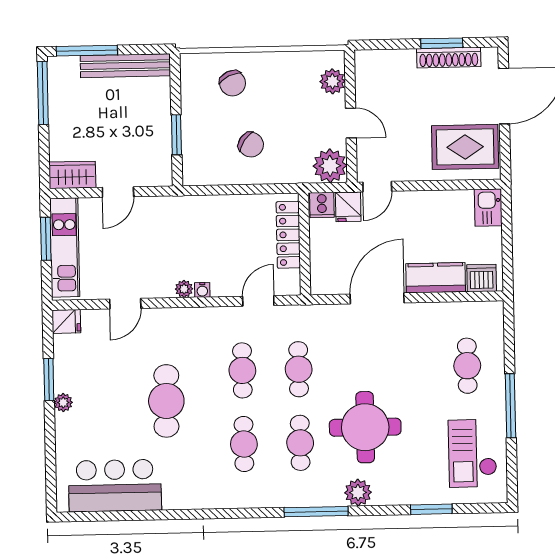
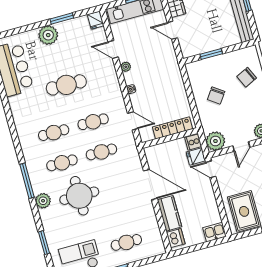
plant: (184, 289) -> (126, 67), moved
plant: (63, 403) -> (48, 35), width x1.88, depth x1.88

